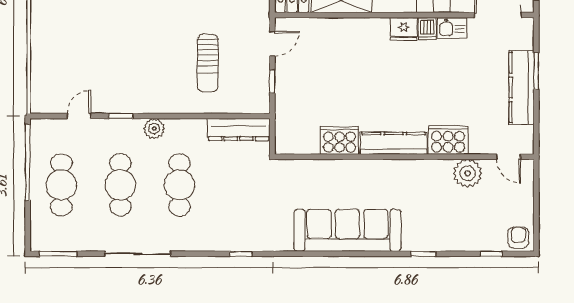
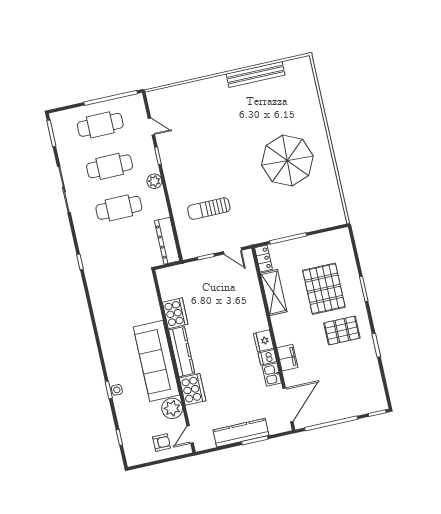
sofa: (347, 230) -> (156, 361), moved, turned 180
armchair: (518, 237) -> (162, 442), moved
side table: (426, 243) -> (117, 390), added

